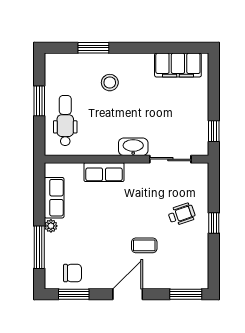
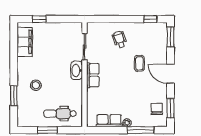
window: (214, 131) -> (39, 19), moved
row of seats: (104, 172) -> (93, 75), moved
window: (214, 223) -> (150, 19), moved

